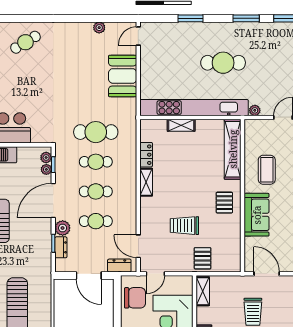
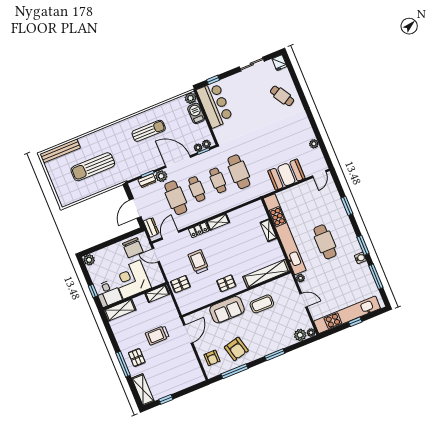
water cooler: (260, 28) -> (360, 258), added
door: (138, 36) -> (319, 174), swing flipped
locker: (146, 155) -> (199, 230), moved
cafe table: (96, 221) -> (176, 198), width x1.37, depth x1.35

